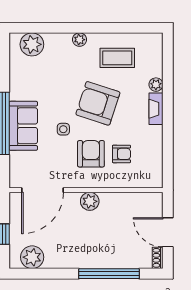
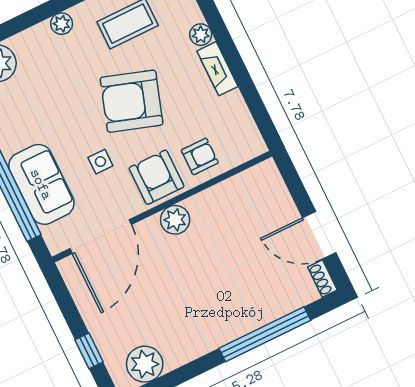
door: (43, 190) -> (101, 237), moved
wall: (86, 190) -> (162, 207), moved
plant: (90, 201) -> (175, 220), moved

